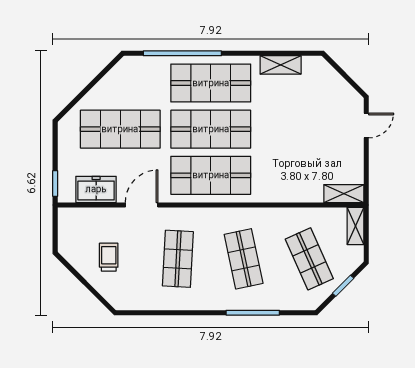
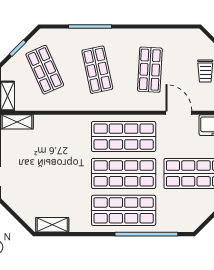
shelving: (281, 65) -> (52, 225), moved
door: (142, 205) -> (179, 113), swing flipped

